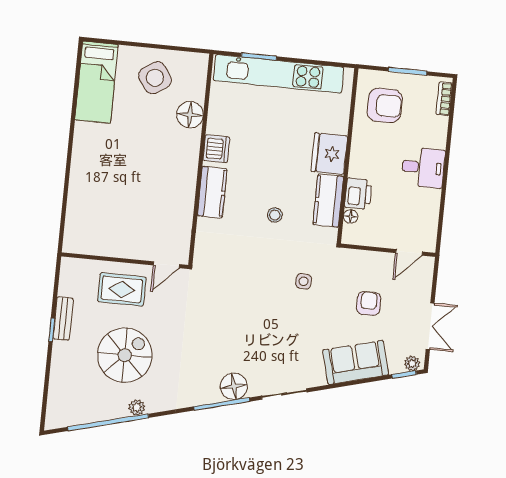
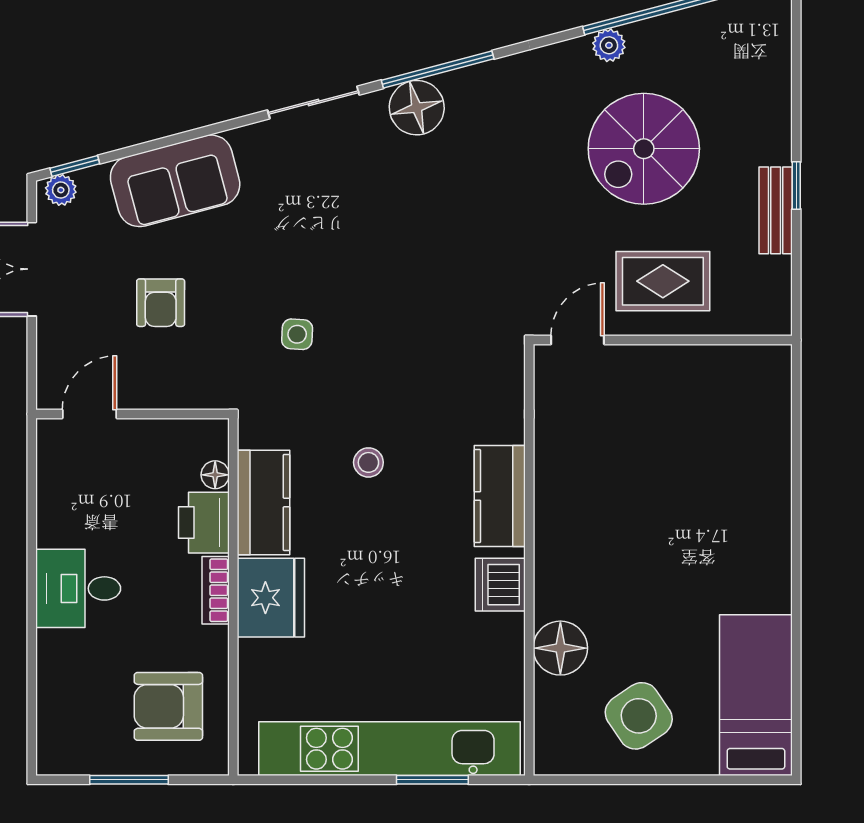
bookcase: (444, 99) -> (216, 590), moved, turned 180

